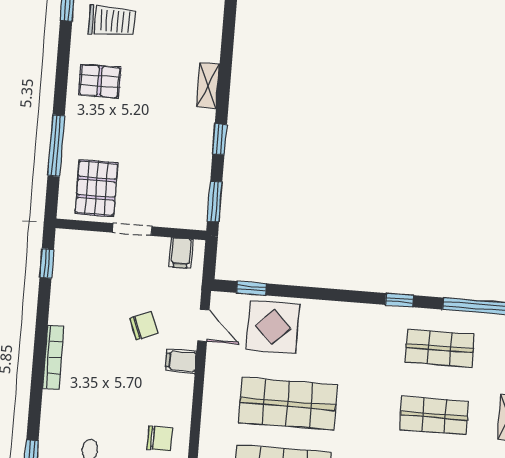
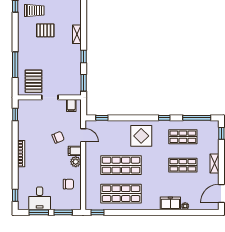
pallet: (100, 81) -> (45, 30), moved
display table: (273, 327) -> (141, 136), moved
plant: (181, 387) -> (76, 162), added

